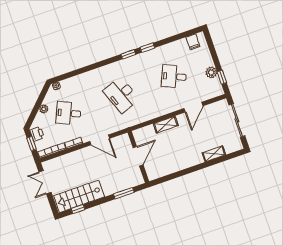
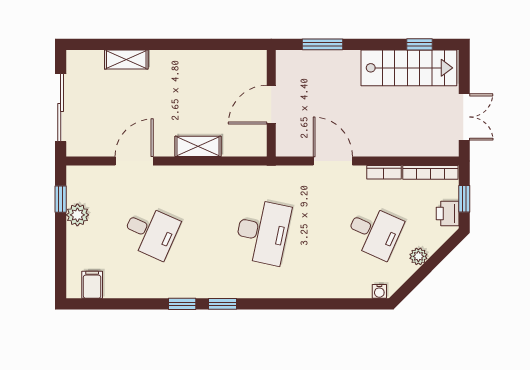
desk: (121, 95) -> (262, 232), turned 33

